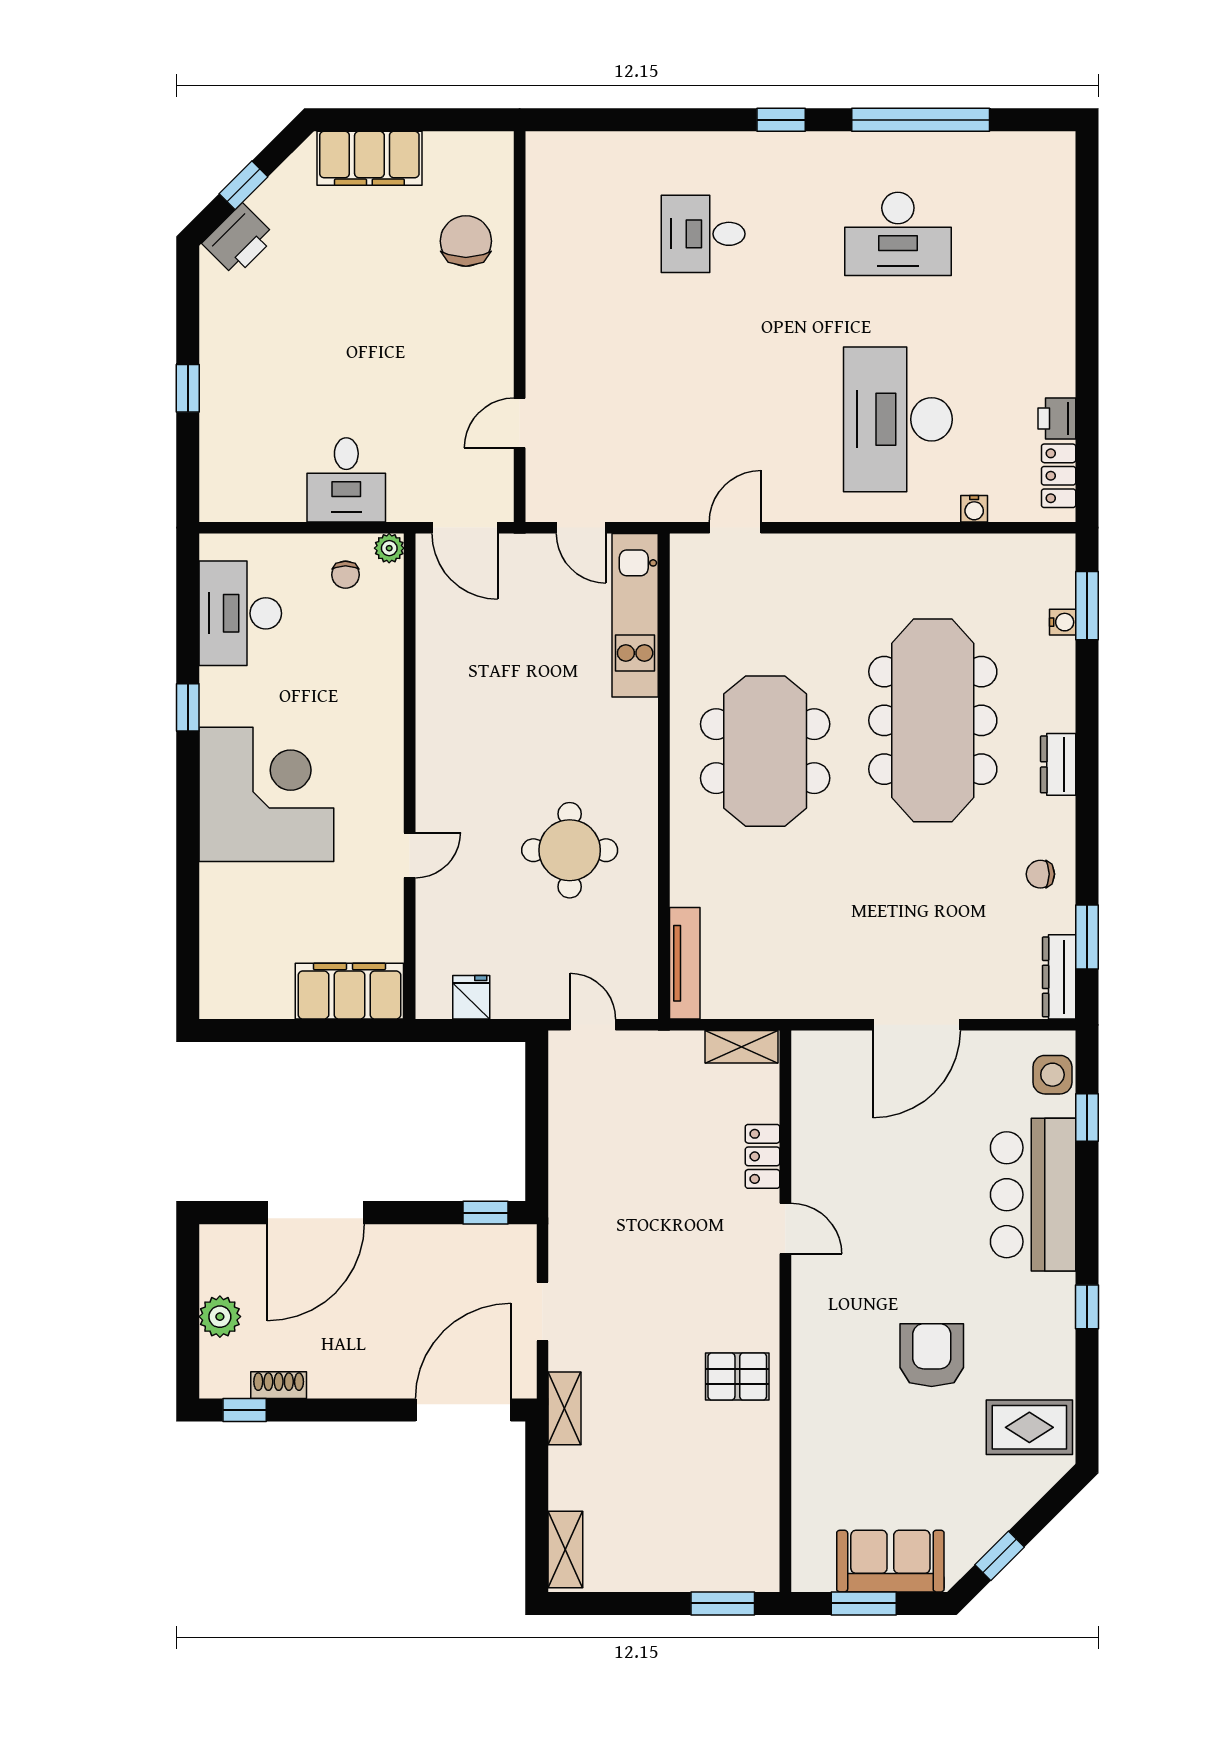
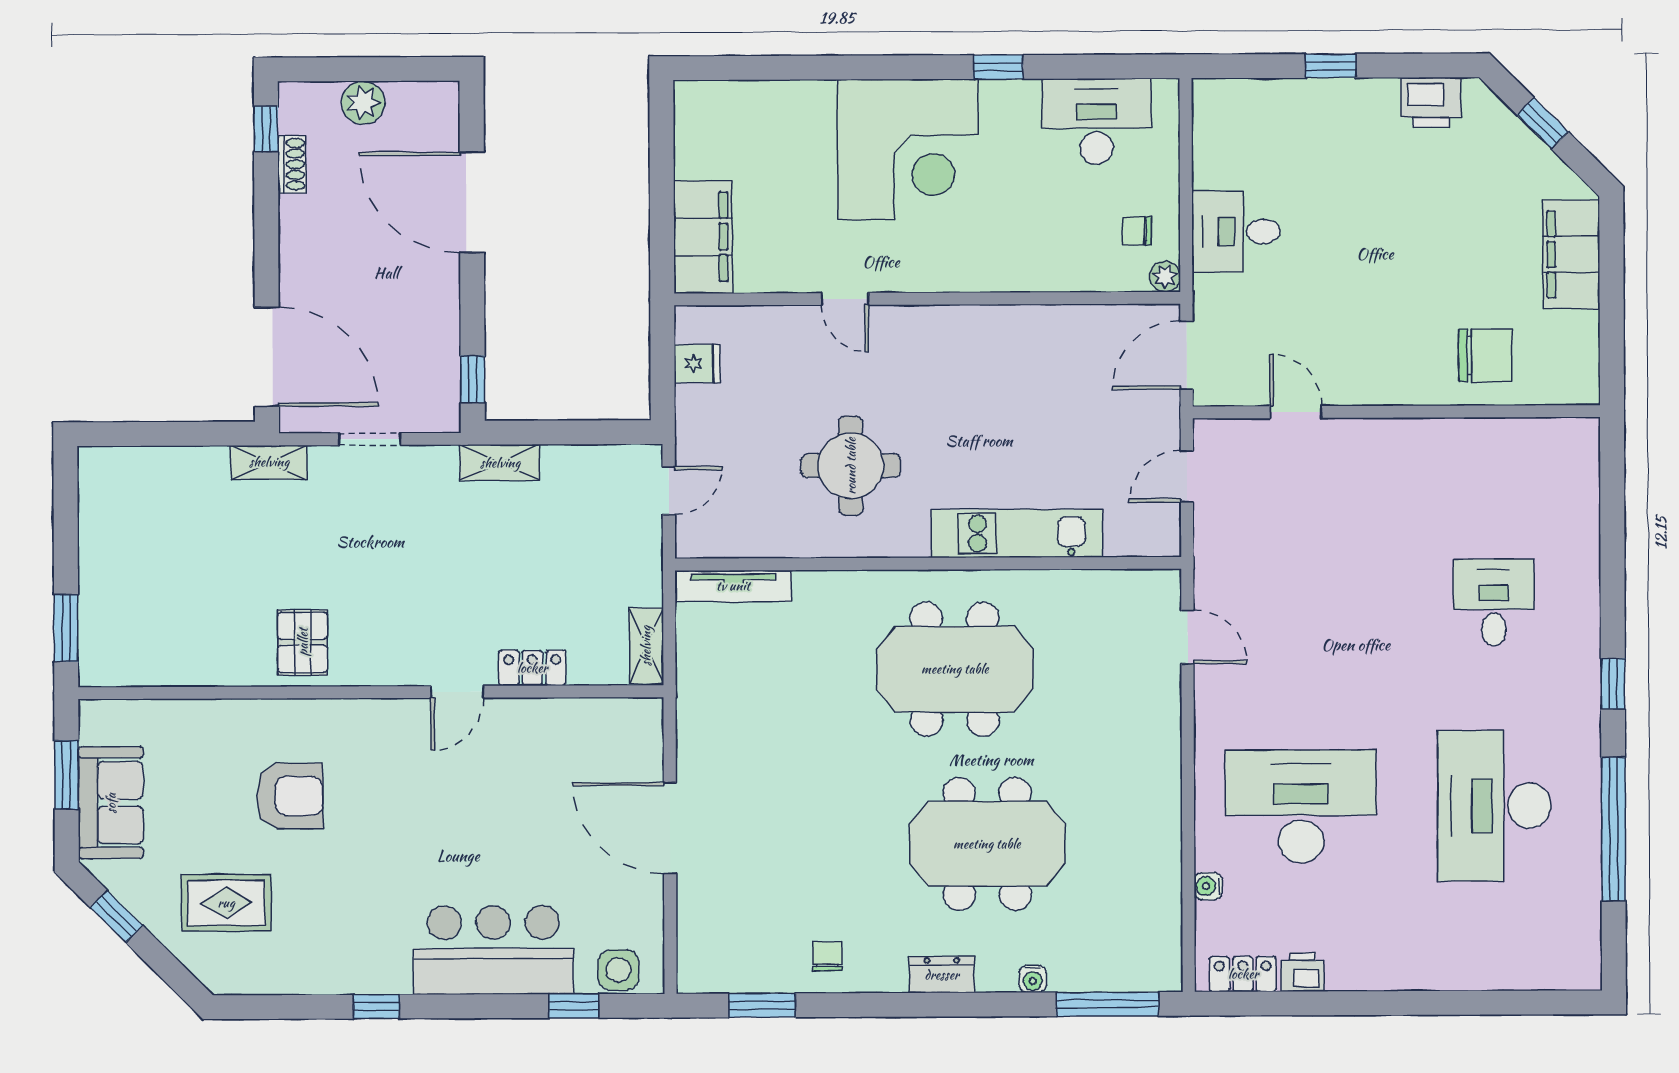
desk: (898, 234) -> (1494, 806), width x1.36, depth x1.30
printer: (239, 240) -> (1431, 102), moved, turned -45
window: (1087, 606) -> (1107, 1004), width x1.44
kitchen unit: (635, 615) -> (1017, 533), moved
water cooler: (1063, 622) -> (1033, 979), moved
meeting table: (933, 720) -> (987, 844), width x0.73
dresser: (1059, 977) -> (720, 976), removed
armchair: (932, 1355) -> (290, 796), moved
rug: (1029, 1427) -> (226, 903), moved, turned 90
shelving: (565, 1550) -> (500, 463), moved

